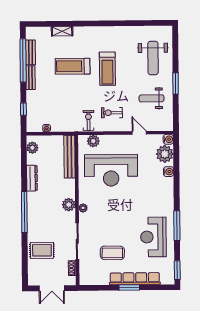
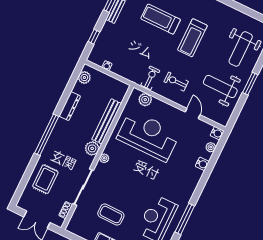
weight bench: (151, 98) -> (220, 86), width x1.36, depth x1.33
plant: (165, 154) -> (211, 147), width x0.53, depth x0.53
bench: (69, 157) -> (107, 121), moved
reception desk: (111, 170) -> (148, 136), turned 180
rug: (42, 250) -> (45, 179), turned 90

